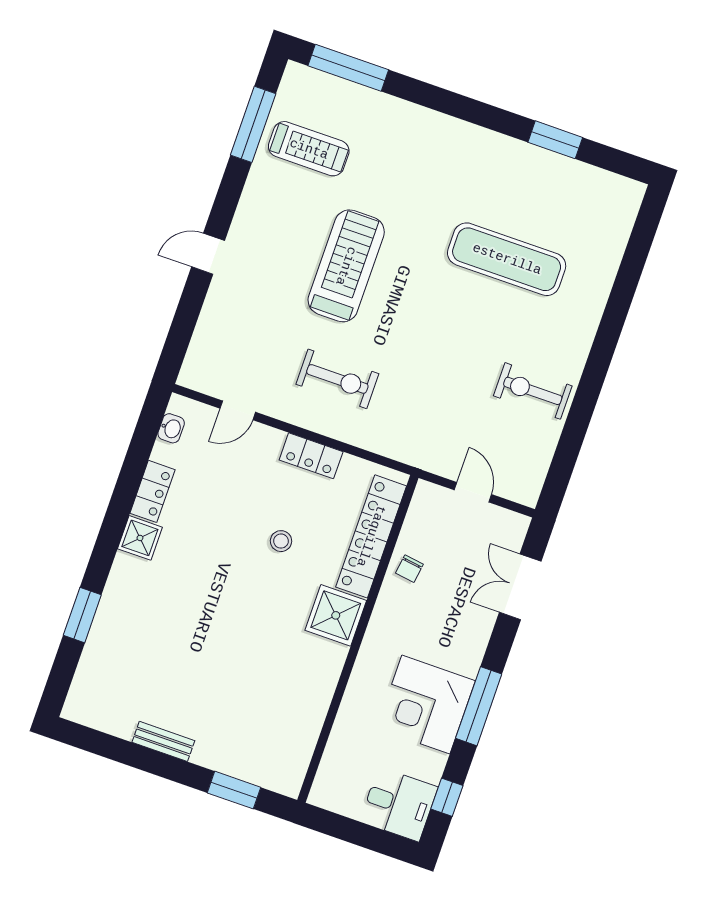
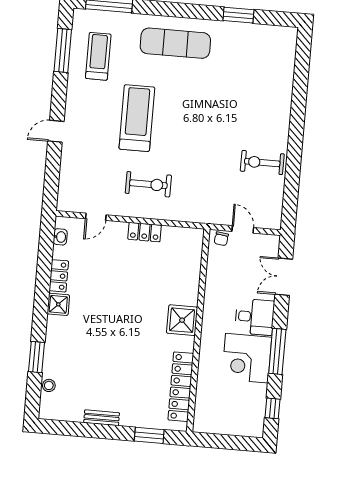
treadmill: (309, 149) -> (98, 56), turned -90
exercise mat: (507, 259) -> (175, 43), moved
locker: (371, 536) -> (181, 387), moved
stool: (281, 541) -> (49, 385), moved
chair: (409, 569) -> (221, 239), moved
desk: (399, 804) -> (255, 317), moved

